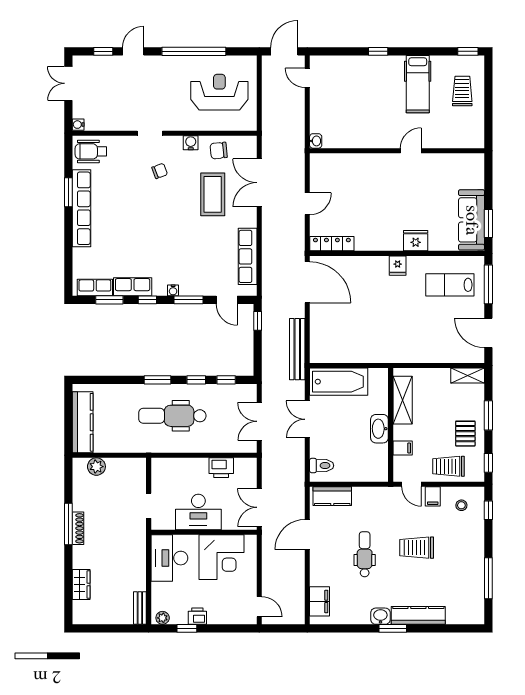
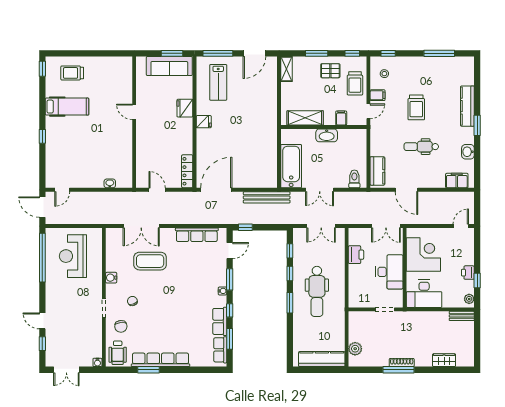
window: (194, 51) -> (42, 258), moved
chair: (219, 151) -> (121, 326), moved
wall: (397, 151) -> (134, 122), moved
door: (411, 151) -> (134, 112), moved
washbasin: (380, 616) -> (468, 152), moved

